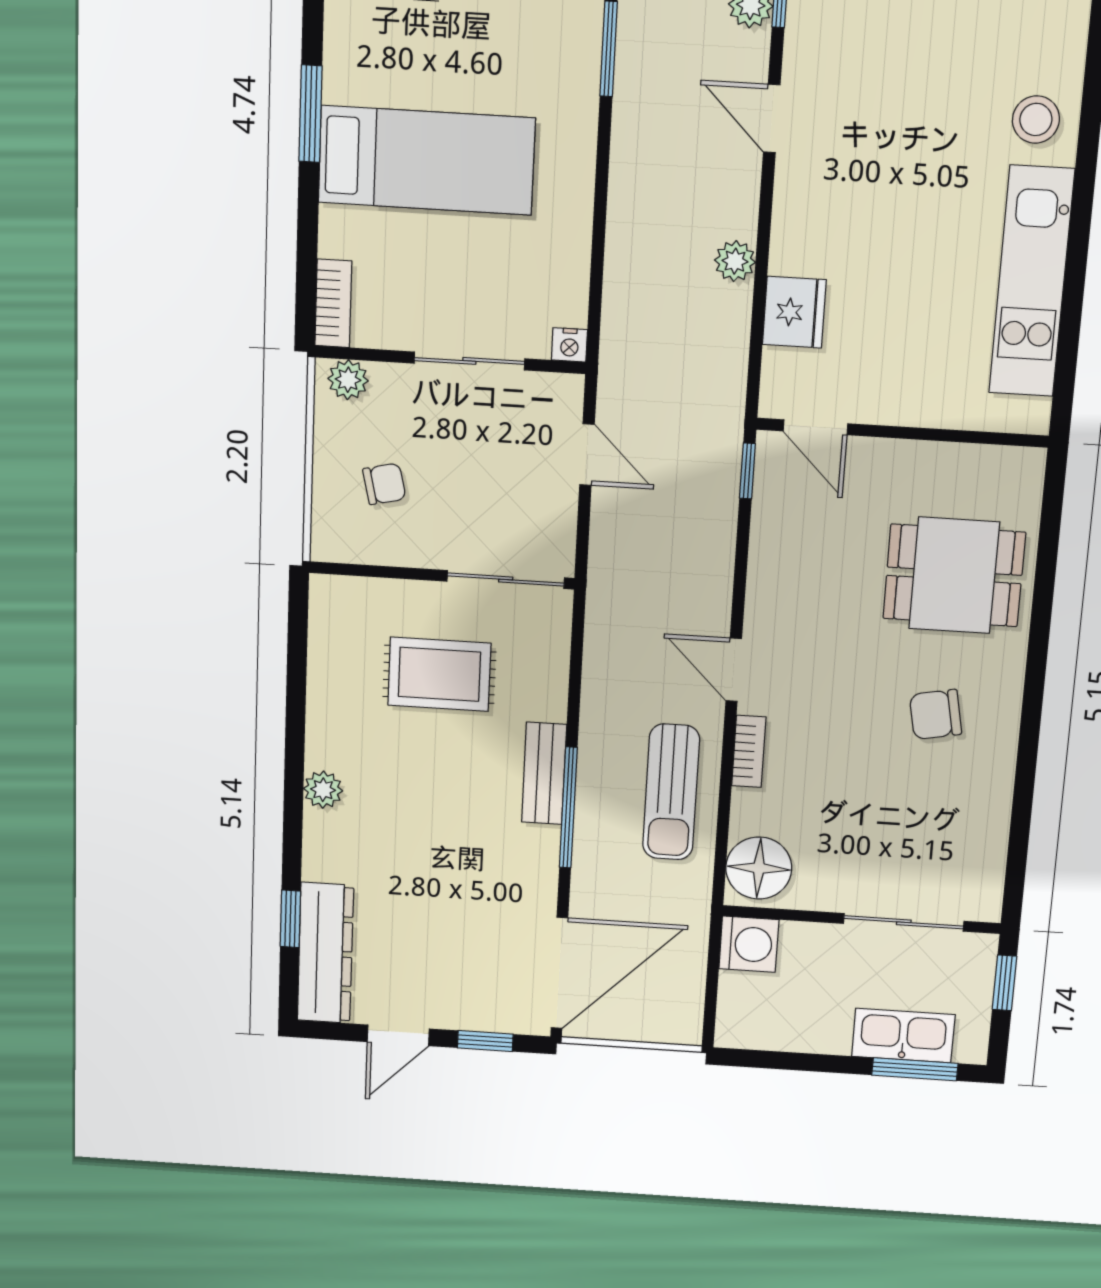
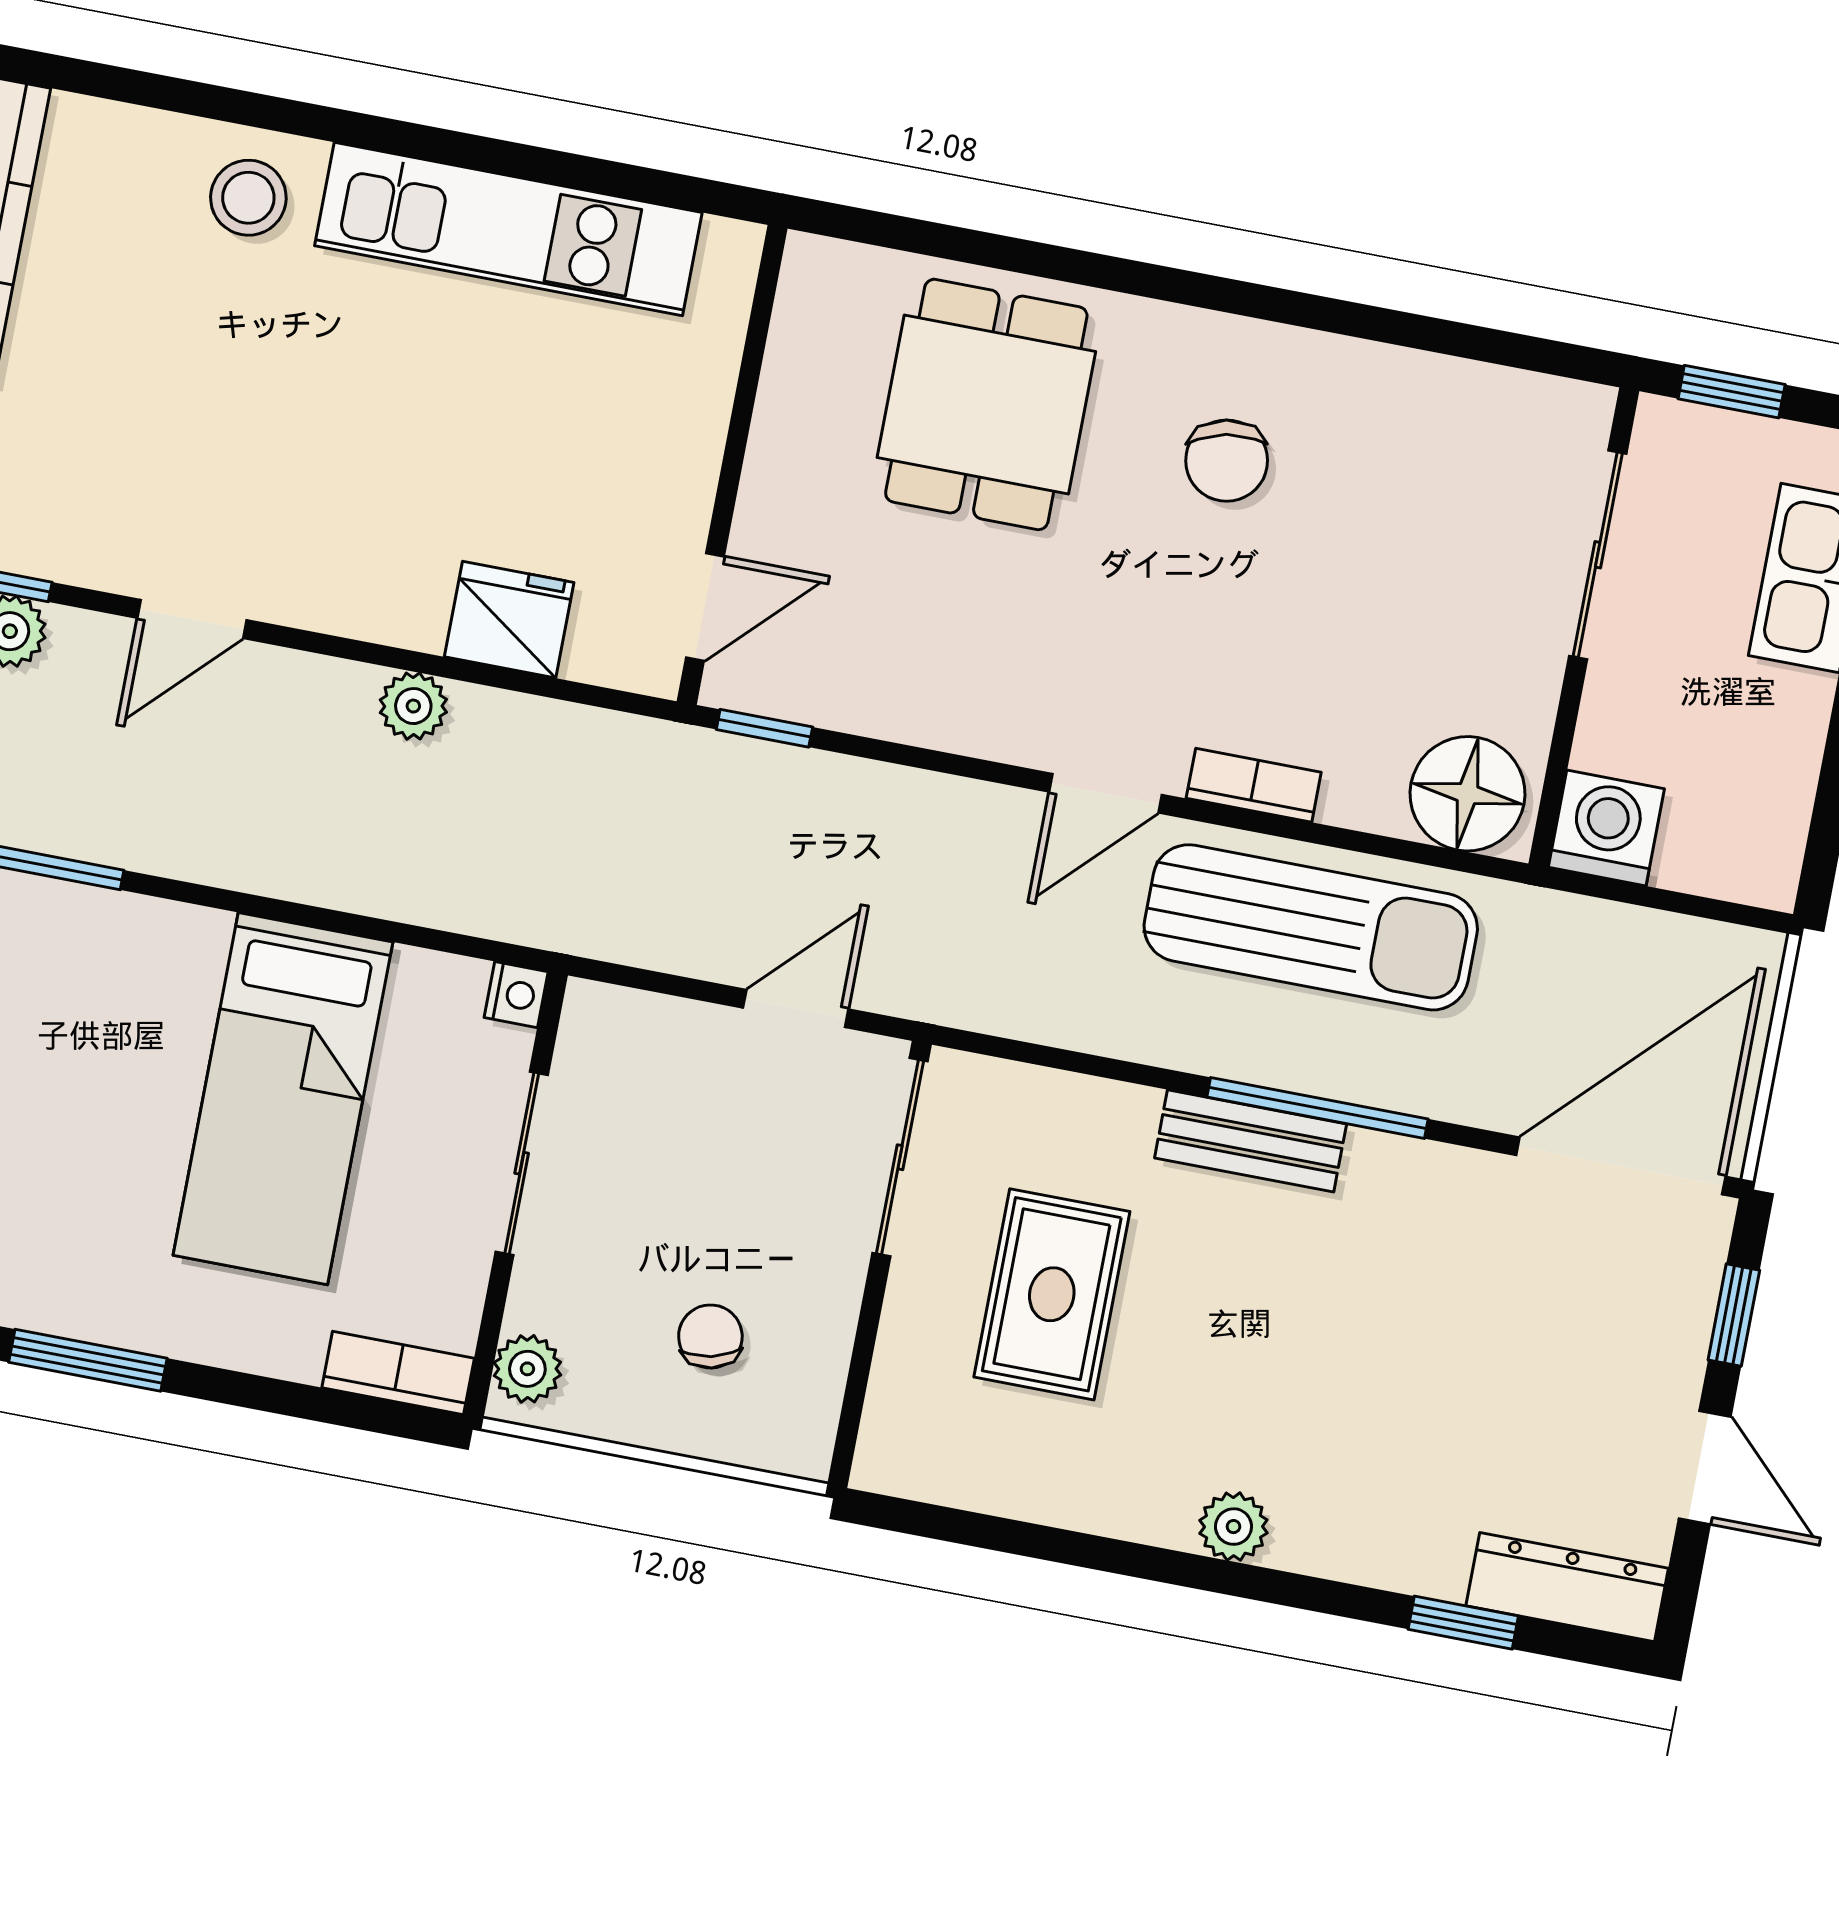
bed: (427, 160) -> (283, 1099), moved, turned 180
door: (587, 455) -> (796, 1008), moved
sun lounger: (671, 792) -> (1311, 927), width x1.36, depth x1.34
dresser: (325, 953) -> (1567, 1587), width x0.73, depth x0.80
door: (559, 973) -> (1621, 1166), hinge flipped

